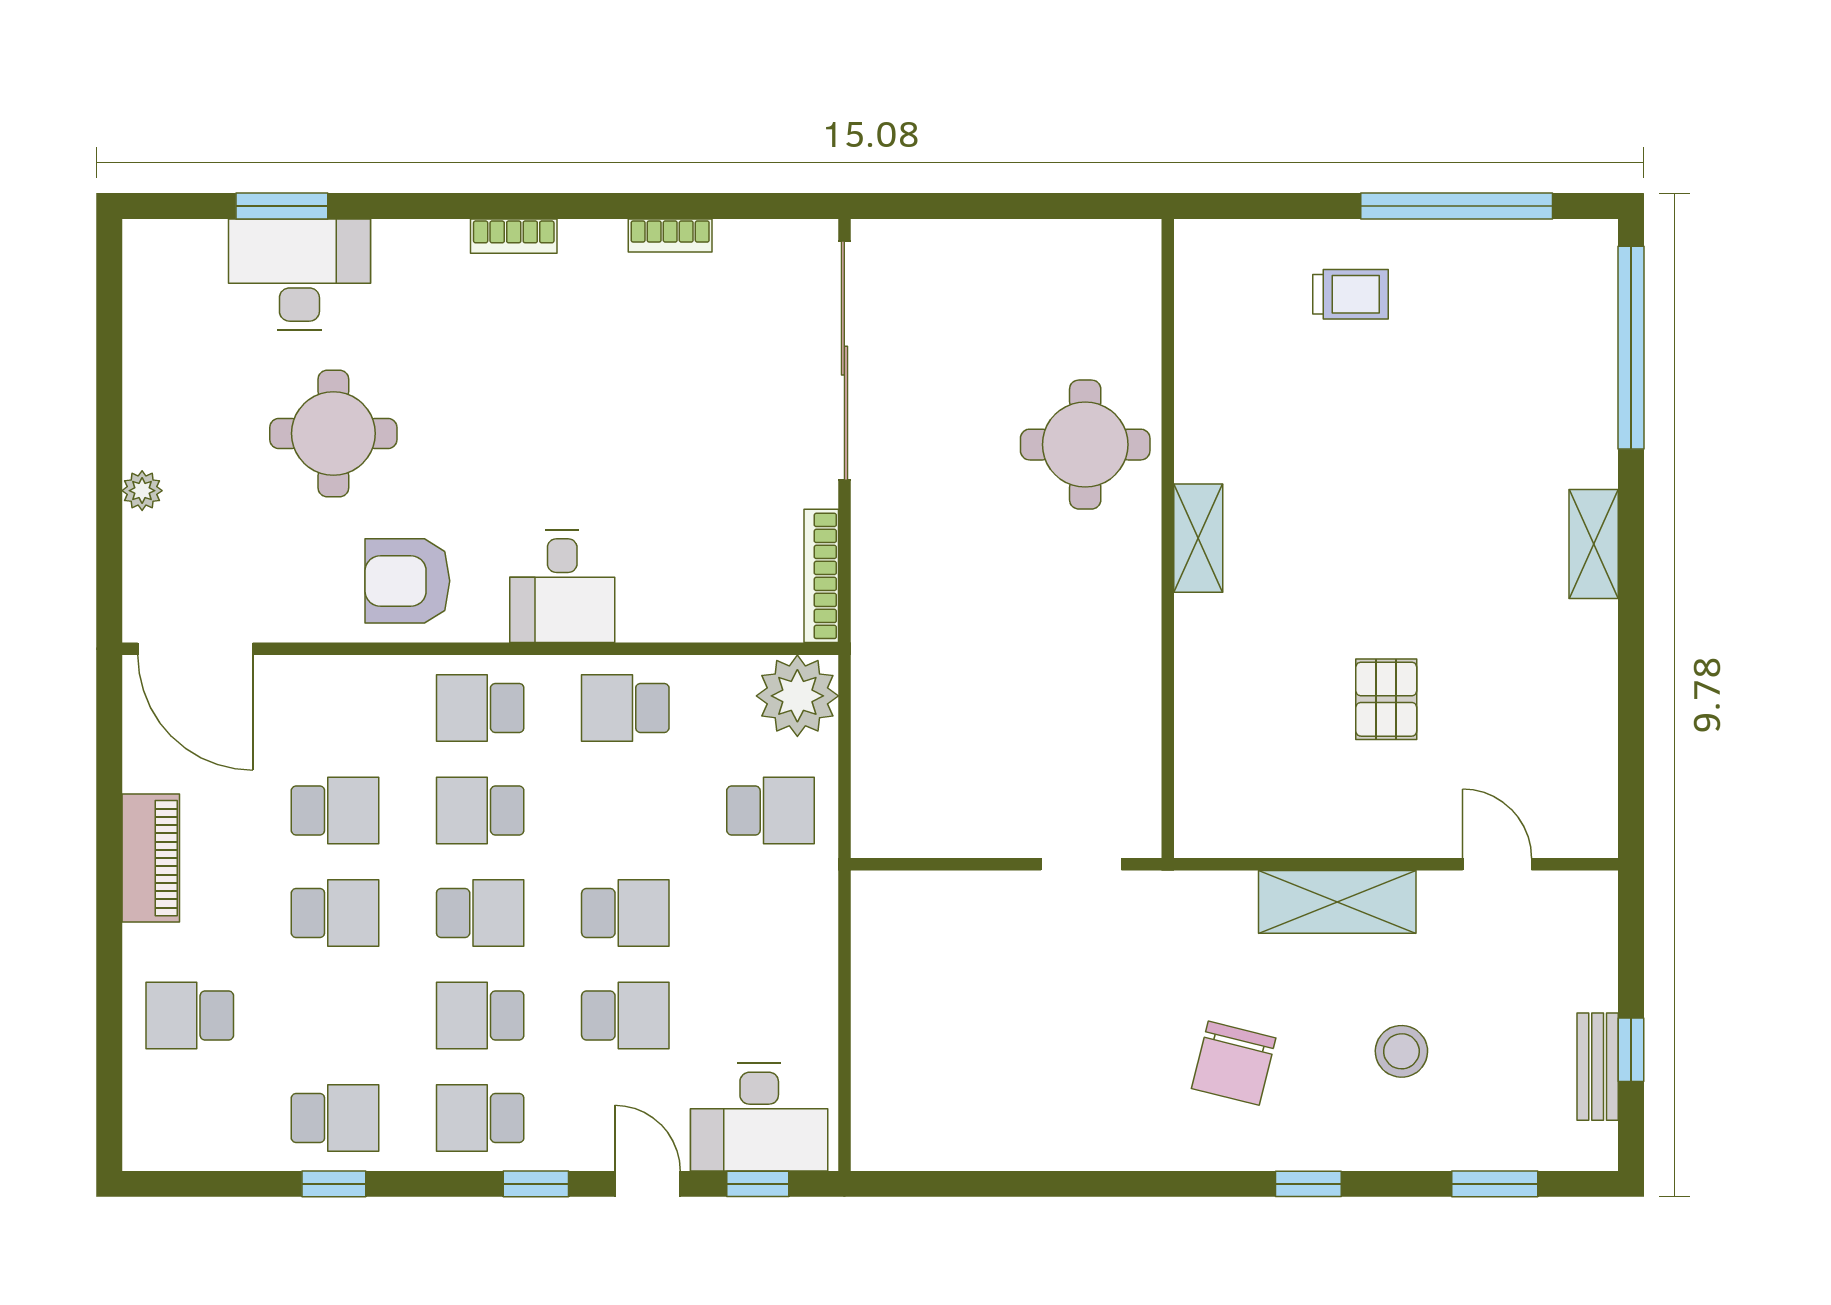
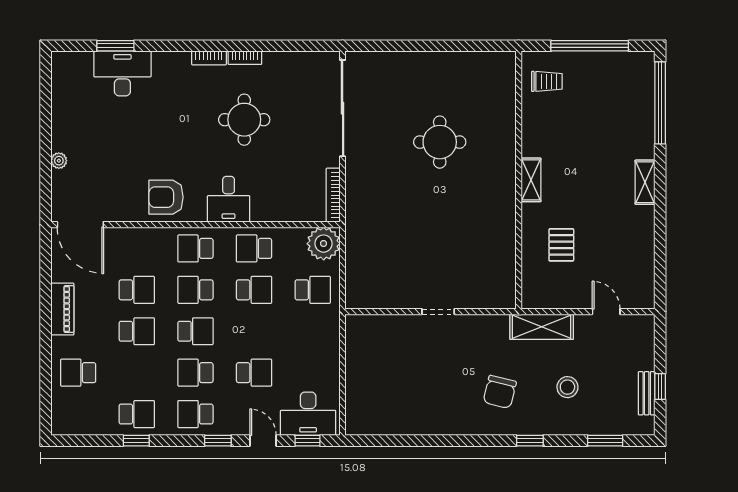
bookcase: (670, 235) -> (245, 58), moved
round table: (333, 433) -> (244, 120), moved
wall: (1168, 538) -> (519, 180), moved
shelving: (1198, 538) -> (531, 180), moved
school desk: (625, 913) -> (254, 290), moved

